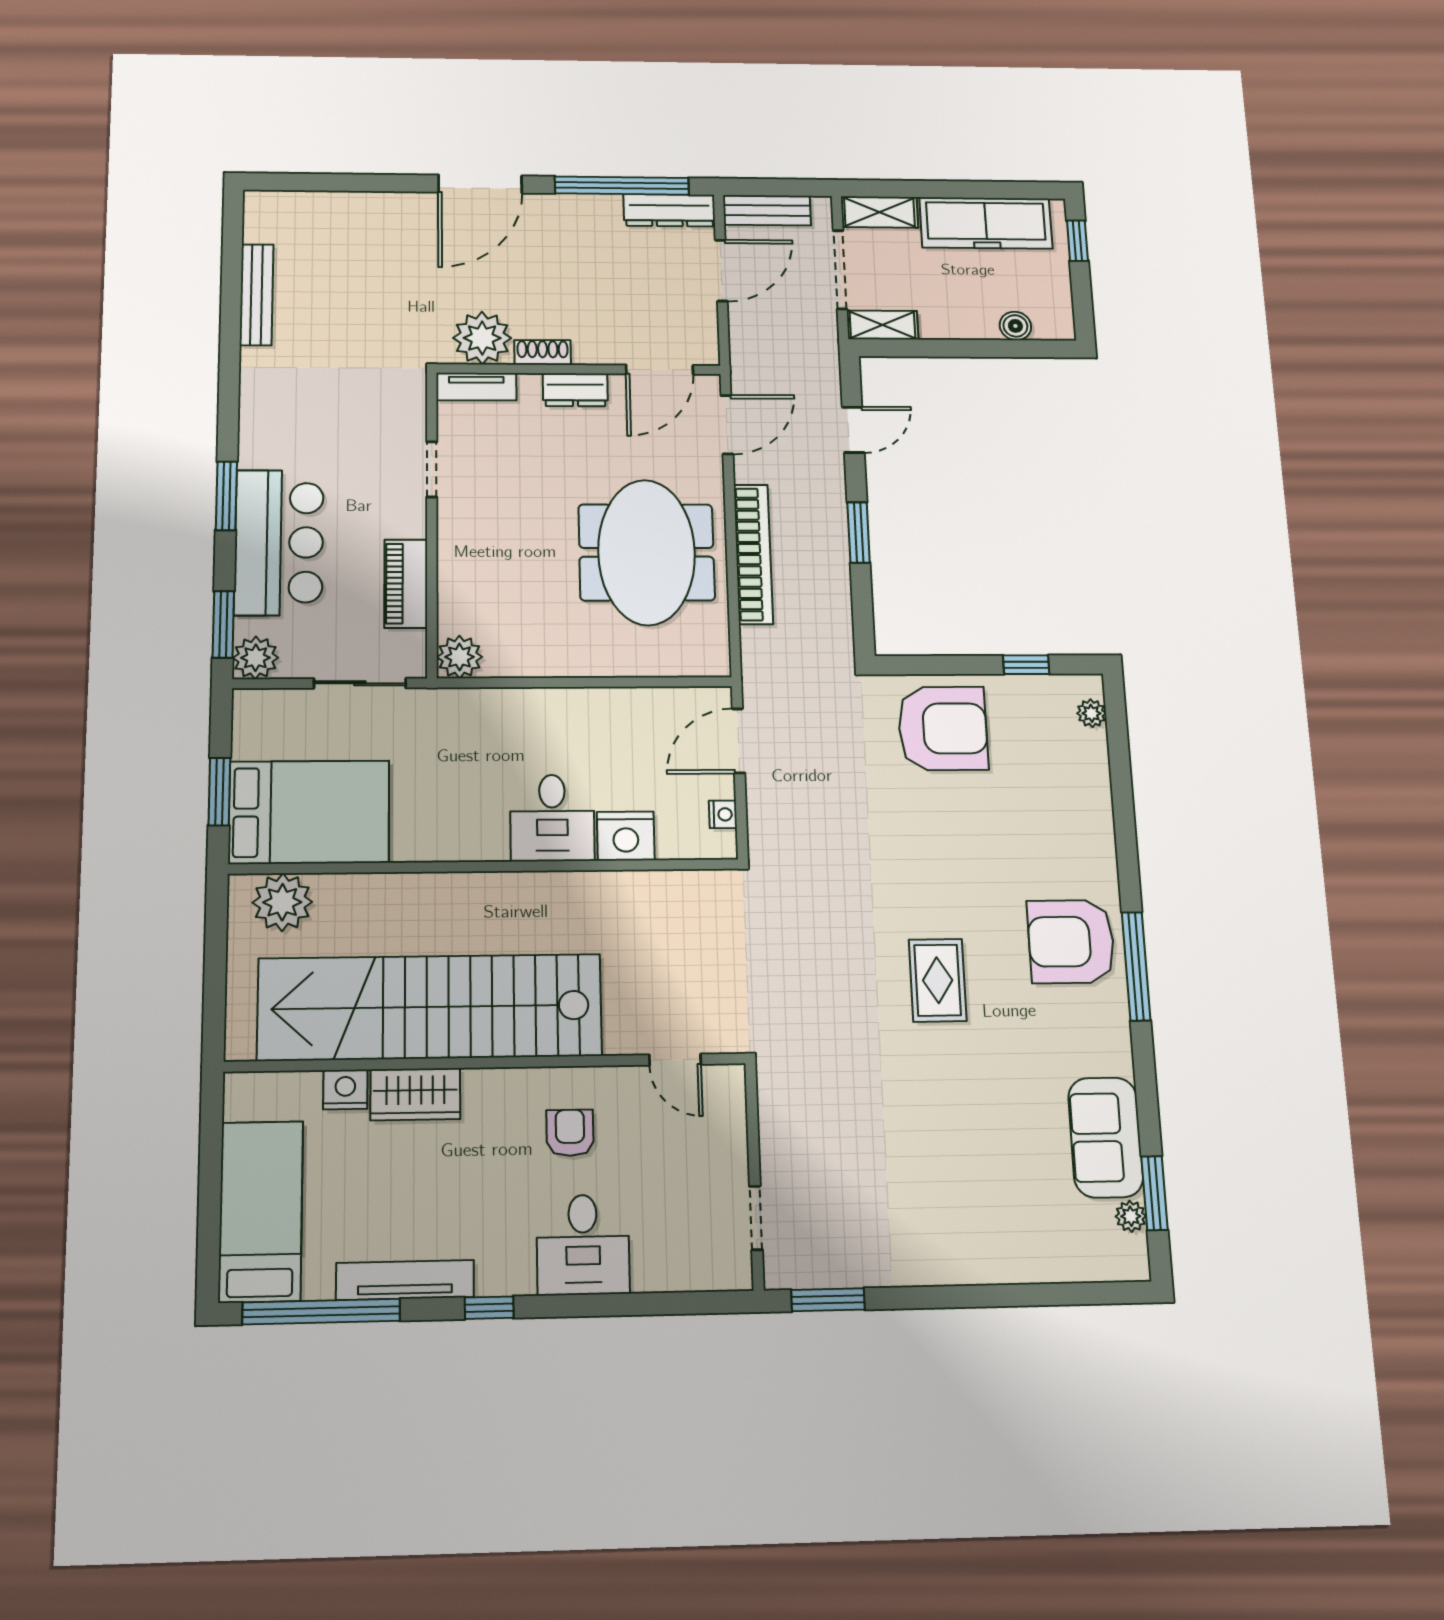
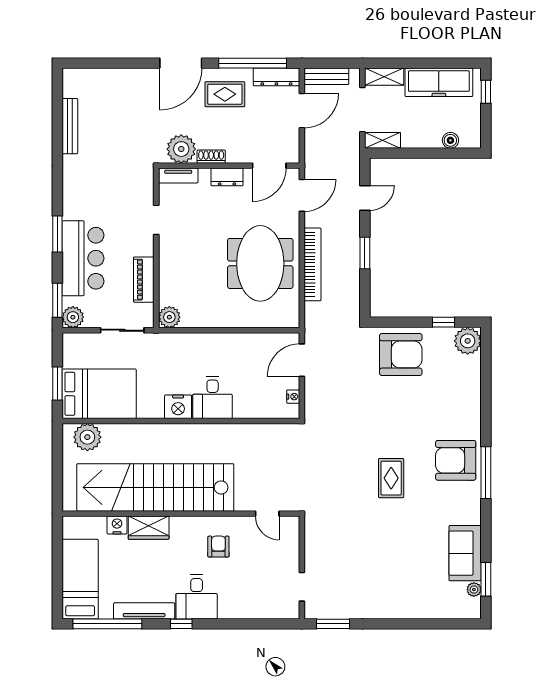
rug: (568, 240) -> (225, 94), added
plant: (1091, 713) -> (468, 341), width x1.88, depth x1.88
nightstand: (626, 836) -> (178, 407), moved
desk: (583, 1245) -> (197, 597), moved

